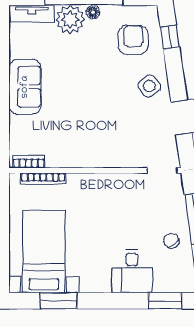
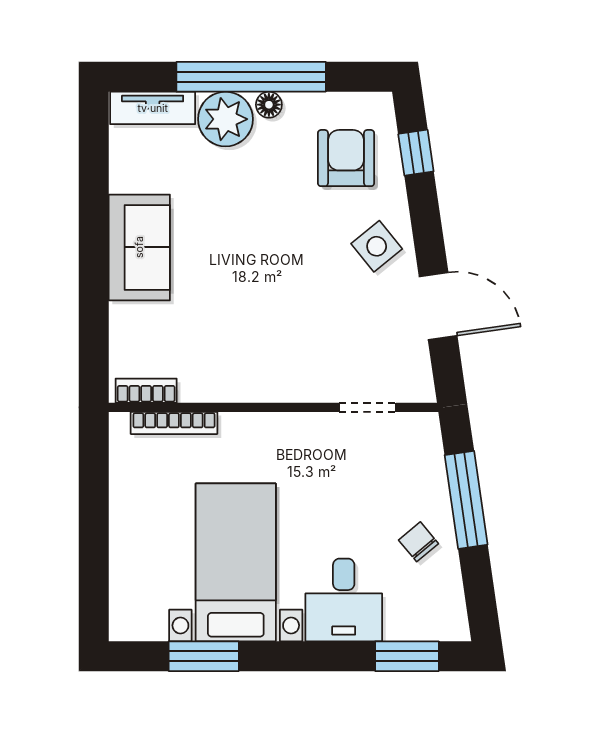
doorway: (162, 170) -> (367, 407), moved
bed with nightstands: (44, 252) -> (236, 562), moved

